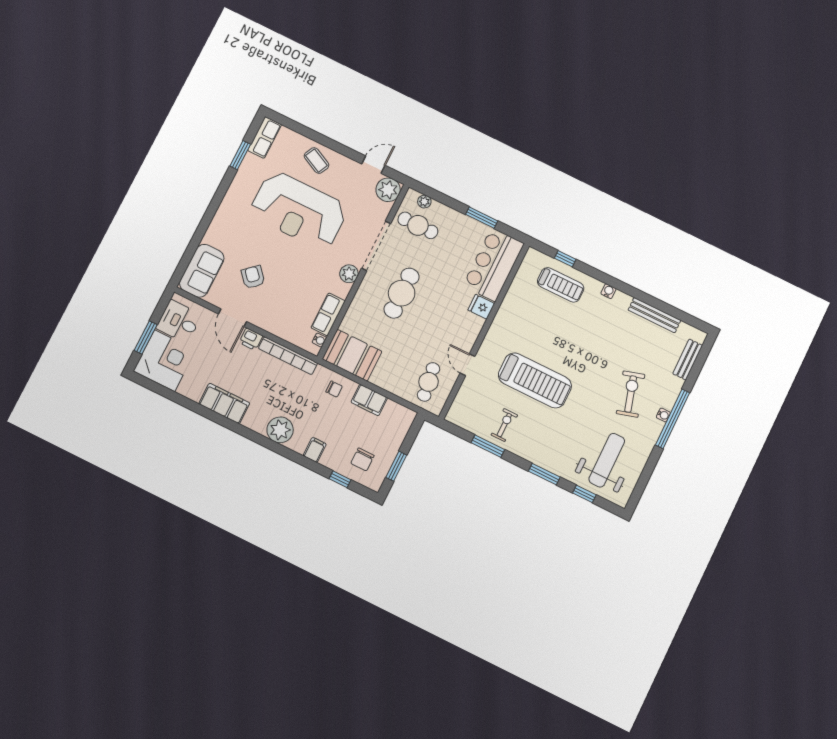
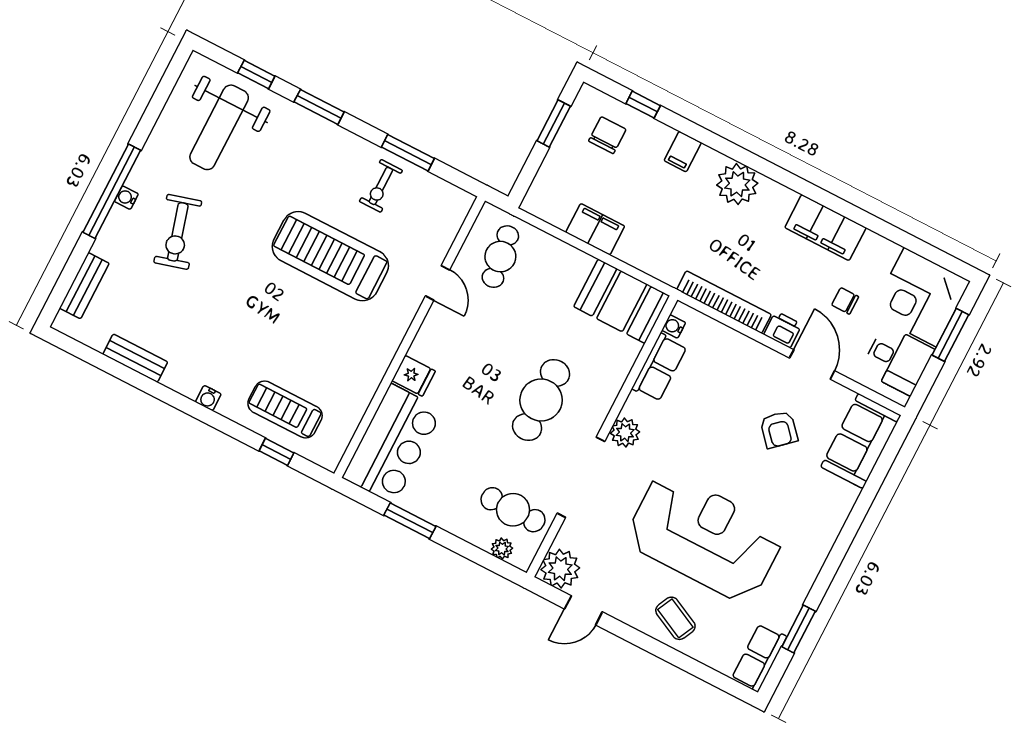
bench: (654, 315) -> (135, 358), width x0.73
chair: (334, 389) -> (845, 301), moved

